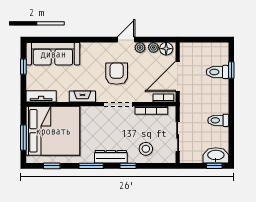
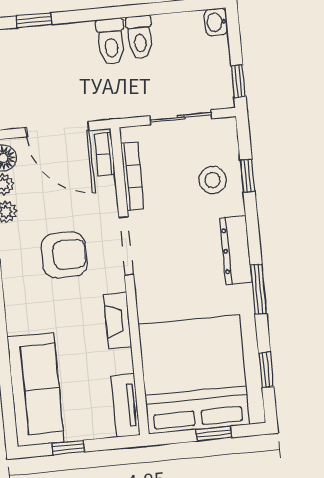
toilet: (217, 72) -> (111, 41), moved
armchair: (117, 74) -> (64, 255), turned 180
window: (23, 138) -> (214, 434), width x0.67
washbasin: (216, 155) -> (216, 22), width x0.52, depth x0.69
window: (128, 166) -> (248, 176), moved
window: (214, 166) -> (238, 81), moved

